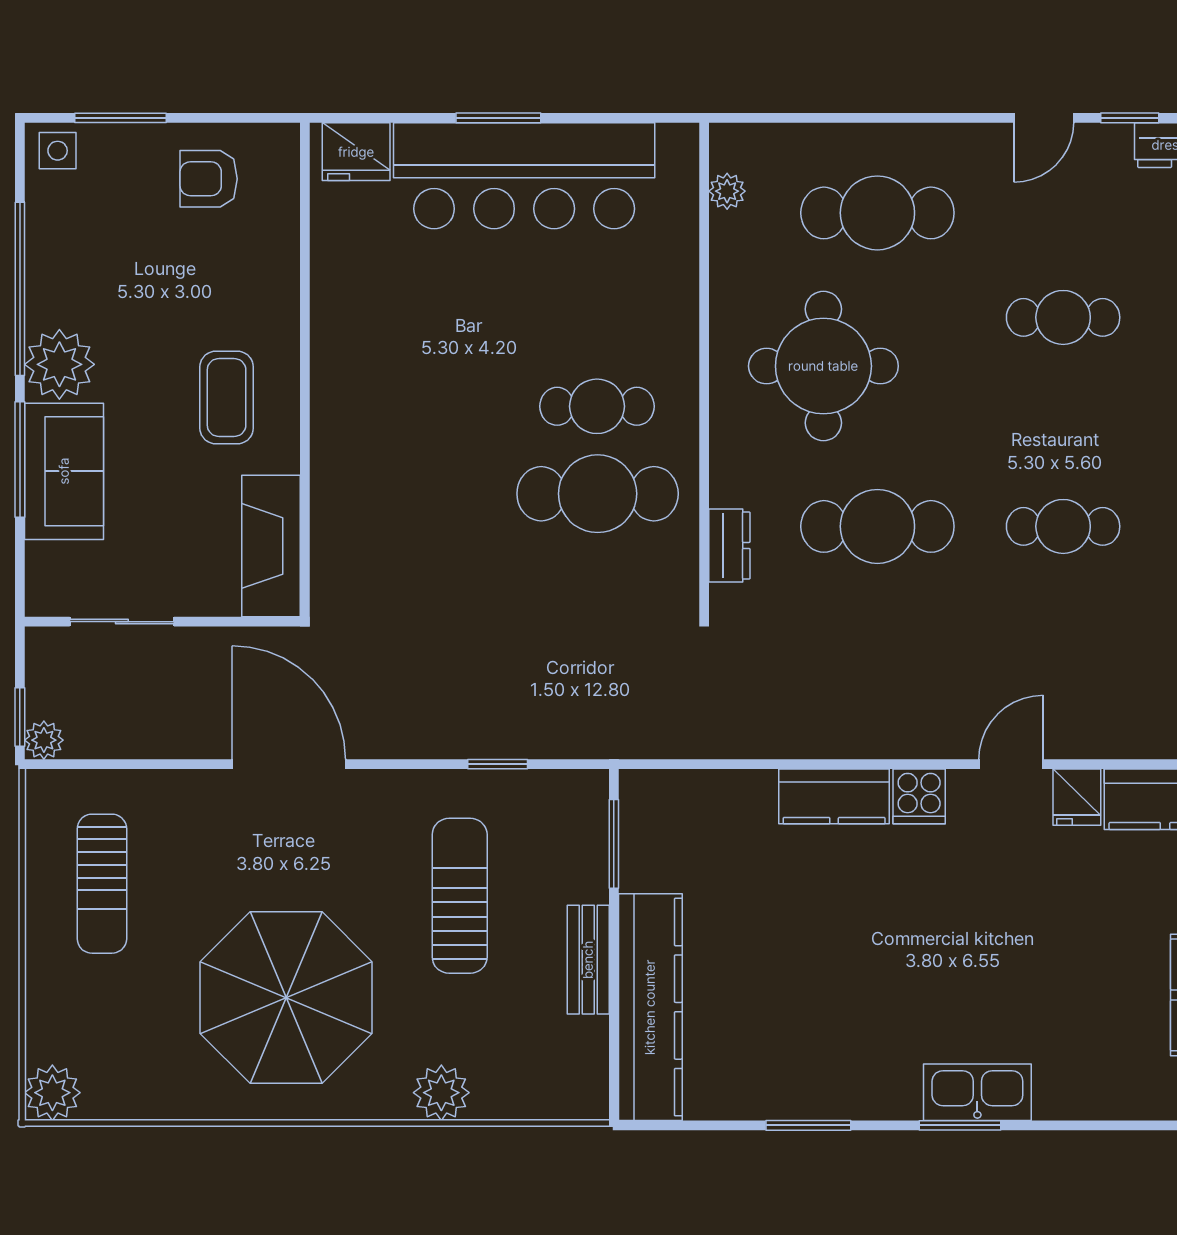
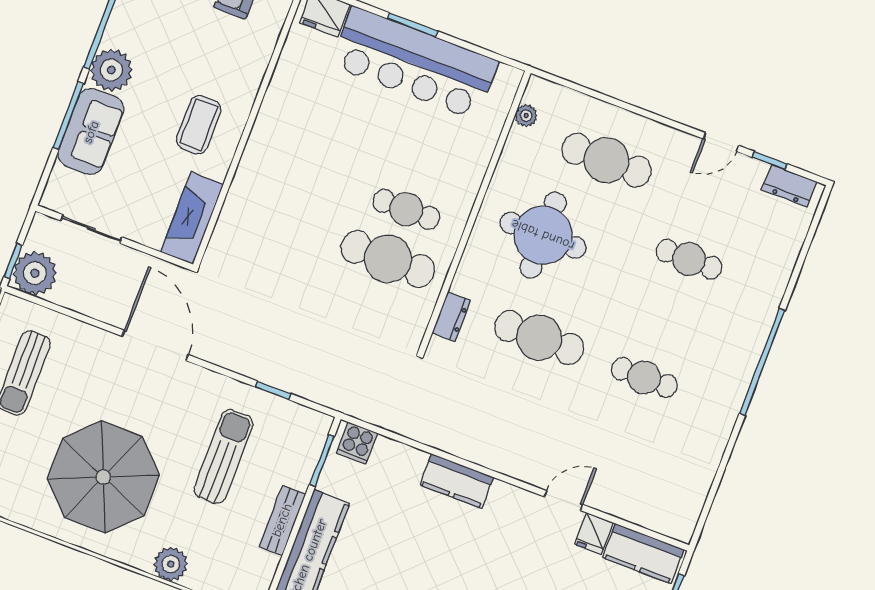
plant: (44, 740) -> (35, 273), width x1.88, depth x1.88
cooker: (919, 796) -> (357, 443), moved

